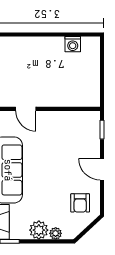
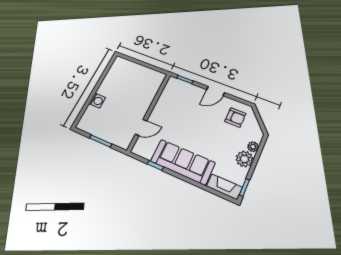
washing machine: (73, 44) -> (97, 101), moved

